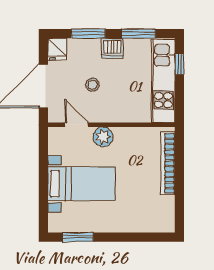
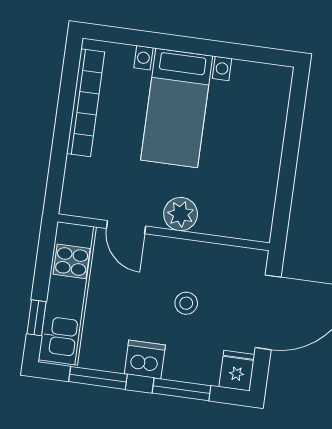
door: (76, 125) -> (126, 227), moved
bookcase: (168, 163) -> (86, 103), moved
bed with nightstands: (81, 184) -> (177, 108), moved, turned -90
window: (78, 237) -> (245, 53), removed

